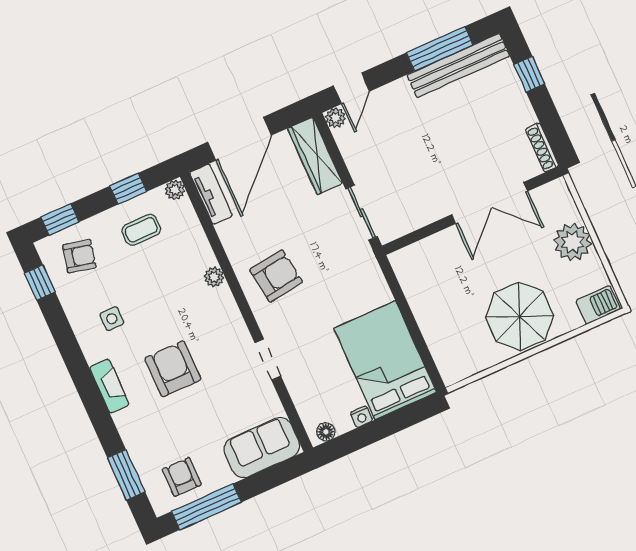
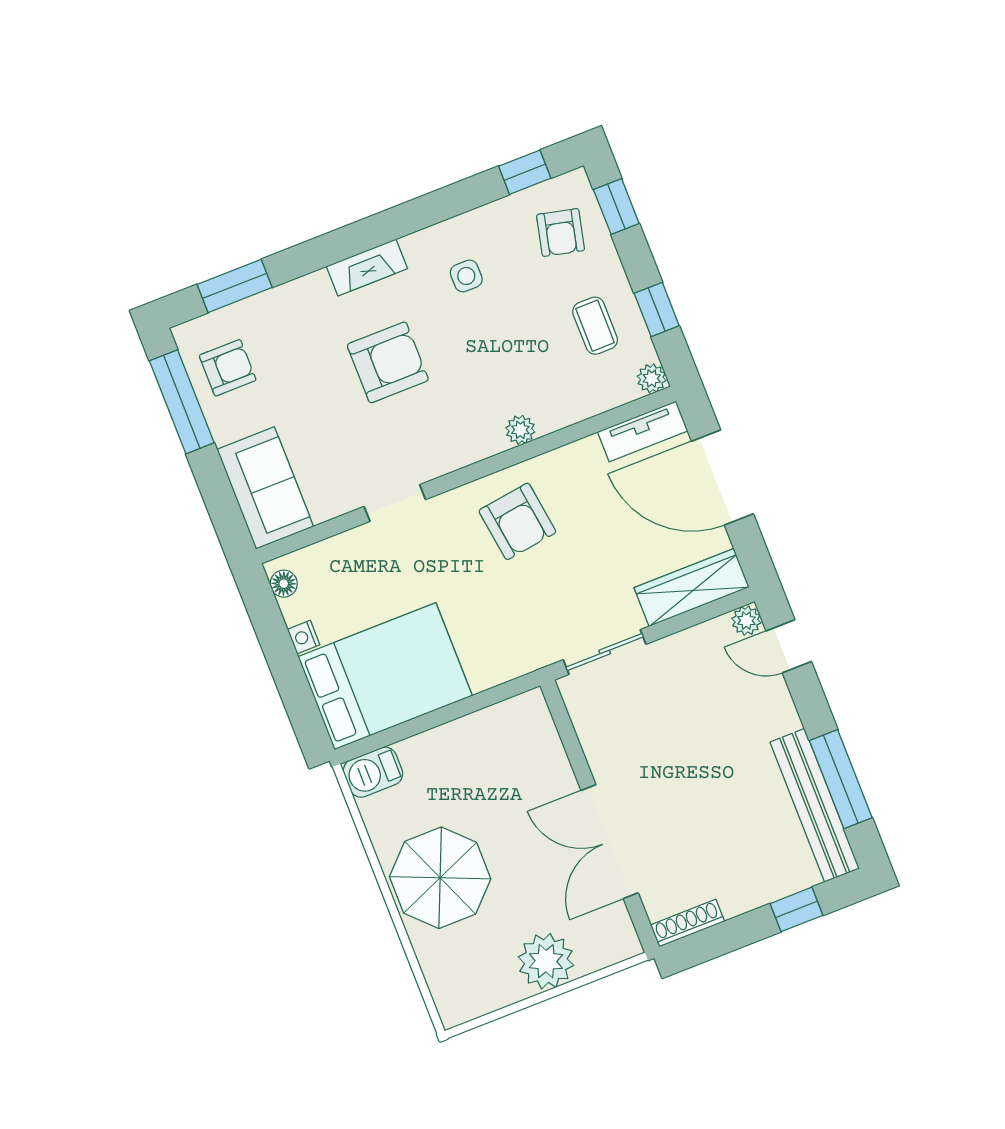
barbecue: (598, 305) -> (373, 772), moved, turned 90

